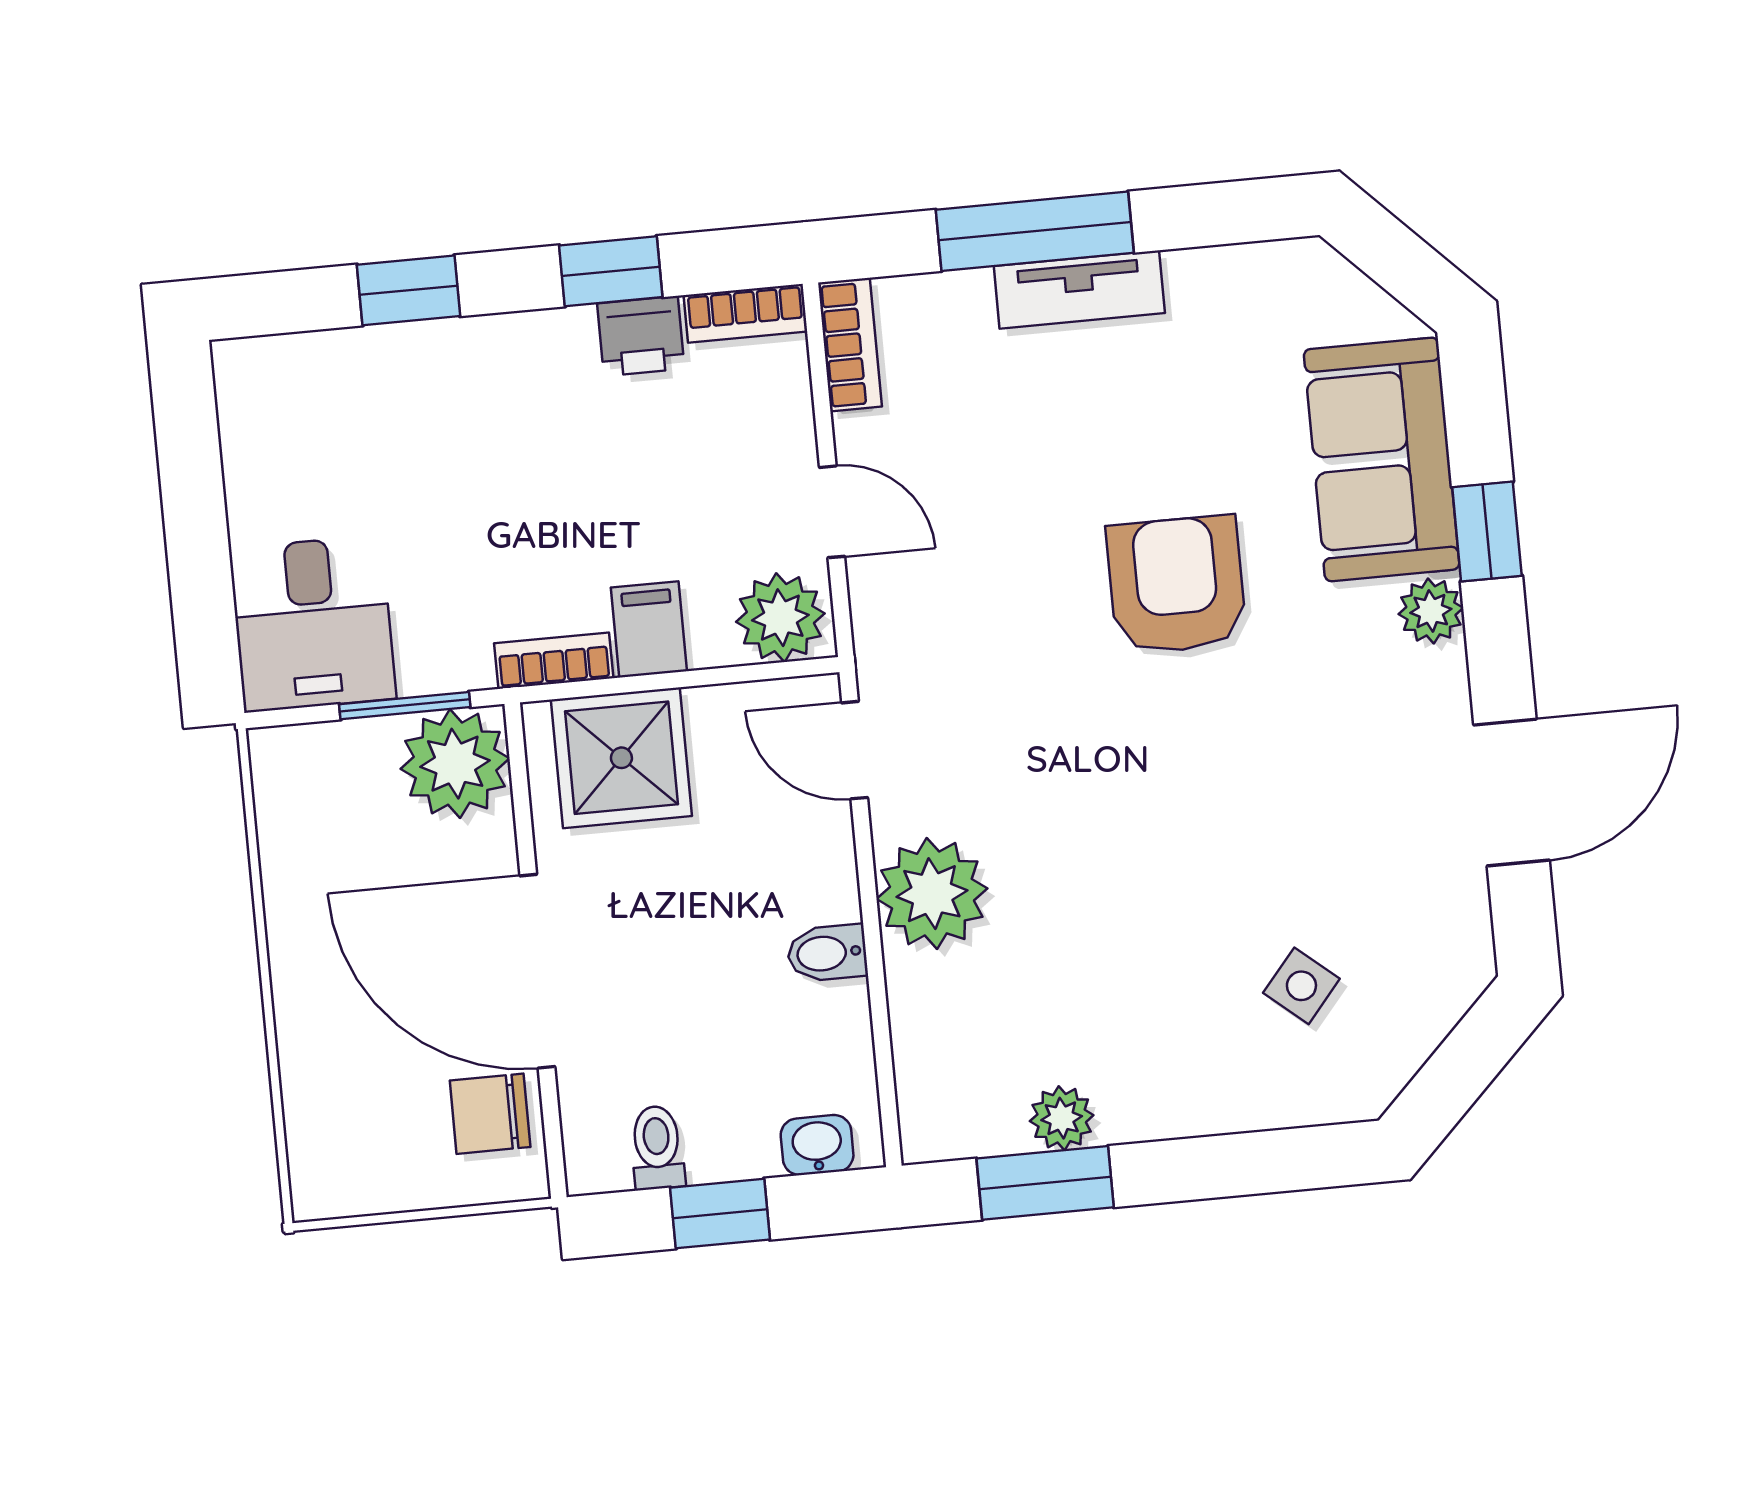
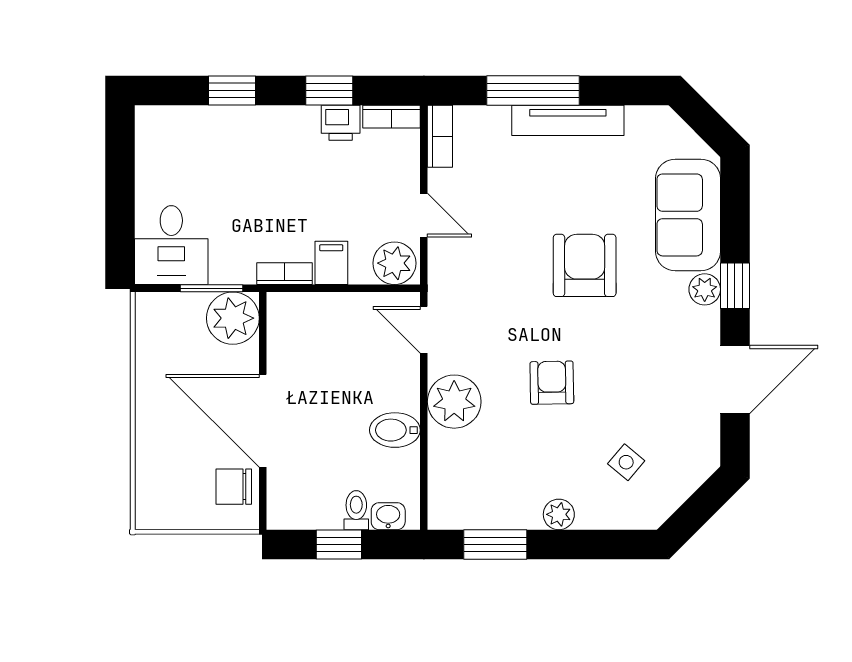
tv unit: (1079, 289) -> (568, 120), width x1.41
window: (1487, 532) -> (735, 286), moved
shower: (621, 758) -> (312, 323), removed
armchair: (1131, 835) -> (552, 383), added
bidet: (827, 953) -> (395, 430), width x1.38, depth x1.36
plant: (1062, 1118) -> (559, 514), moved
toilet: (657, 1148) -> (356, 510), moved

